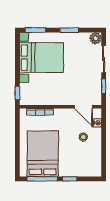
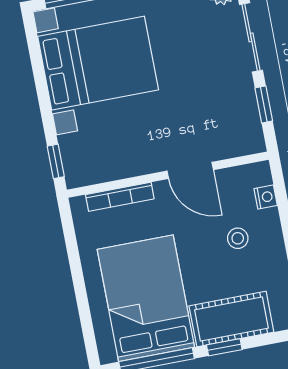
door: (83, 107) -> (190, 170), moved
cot: (75, 168) -> (231, 319), added

